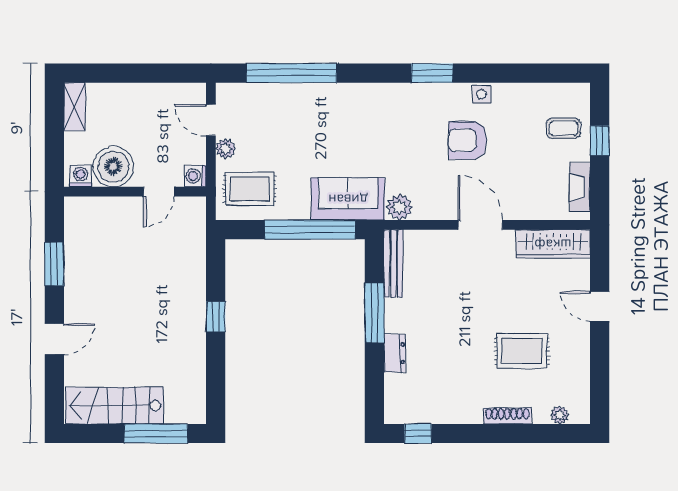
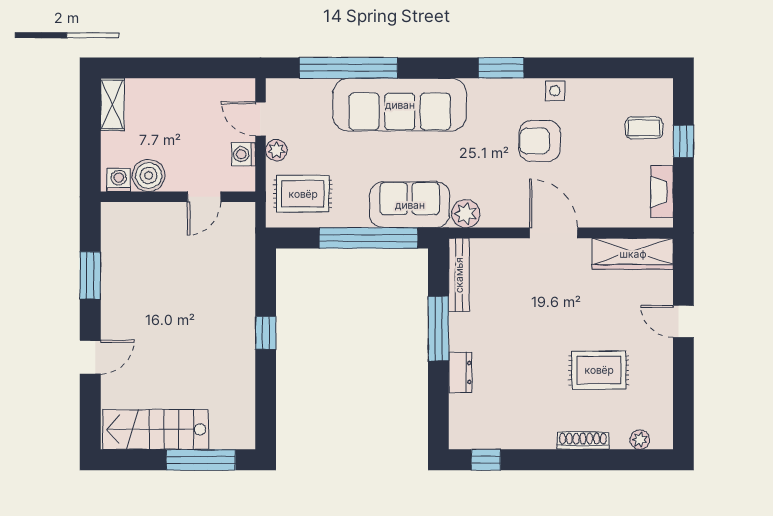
sofa: (339, 107) -> (400, 105), added
boiler: (113, 167) -> (149, 175), width x0.73, depth x0.73
washing machine: (195, 176) -> (244, 154), moved

